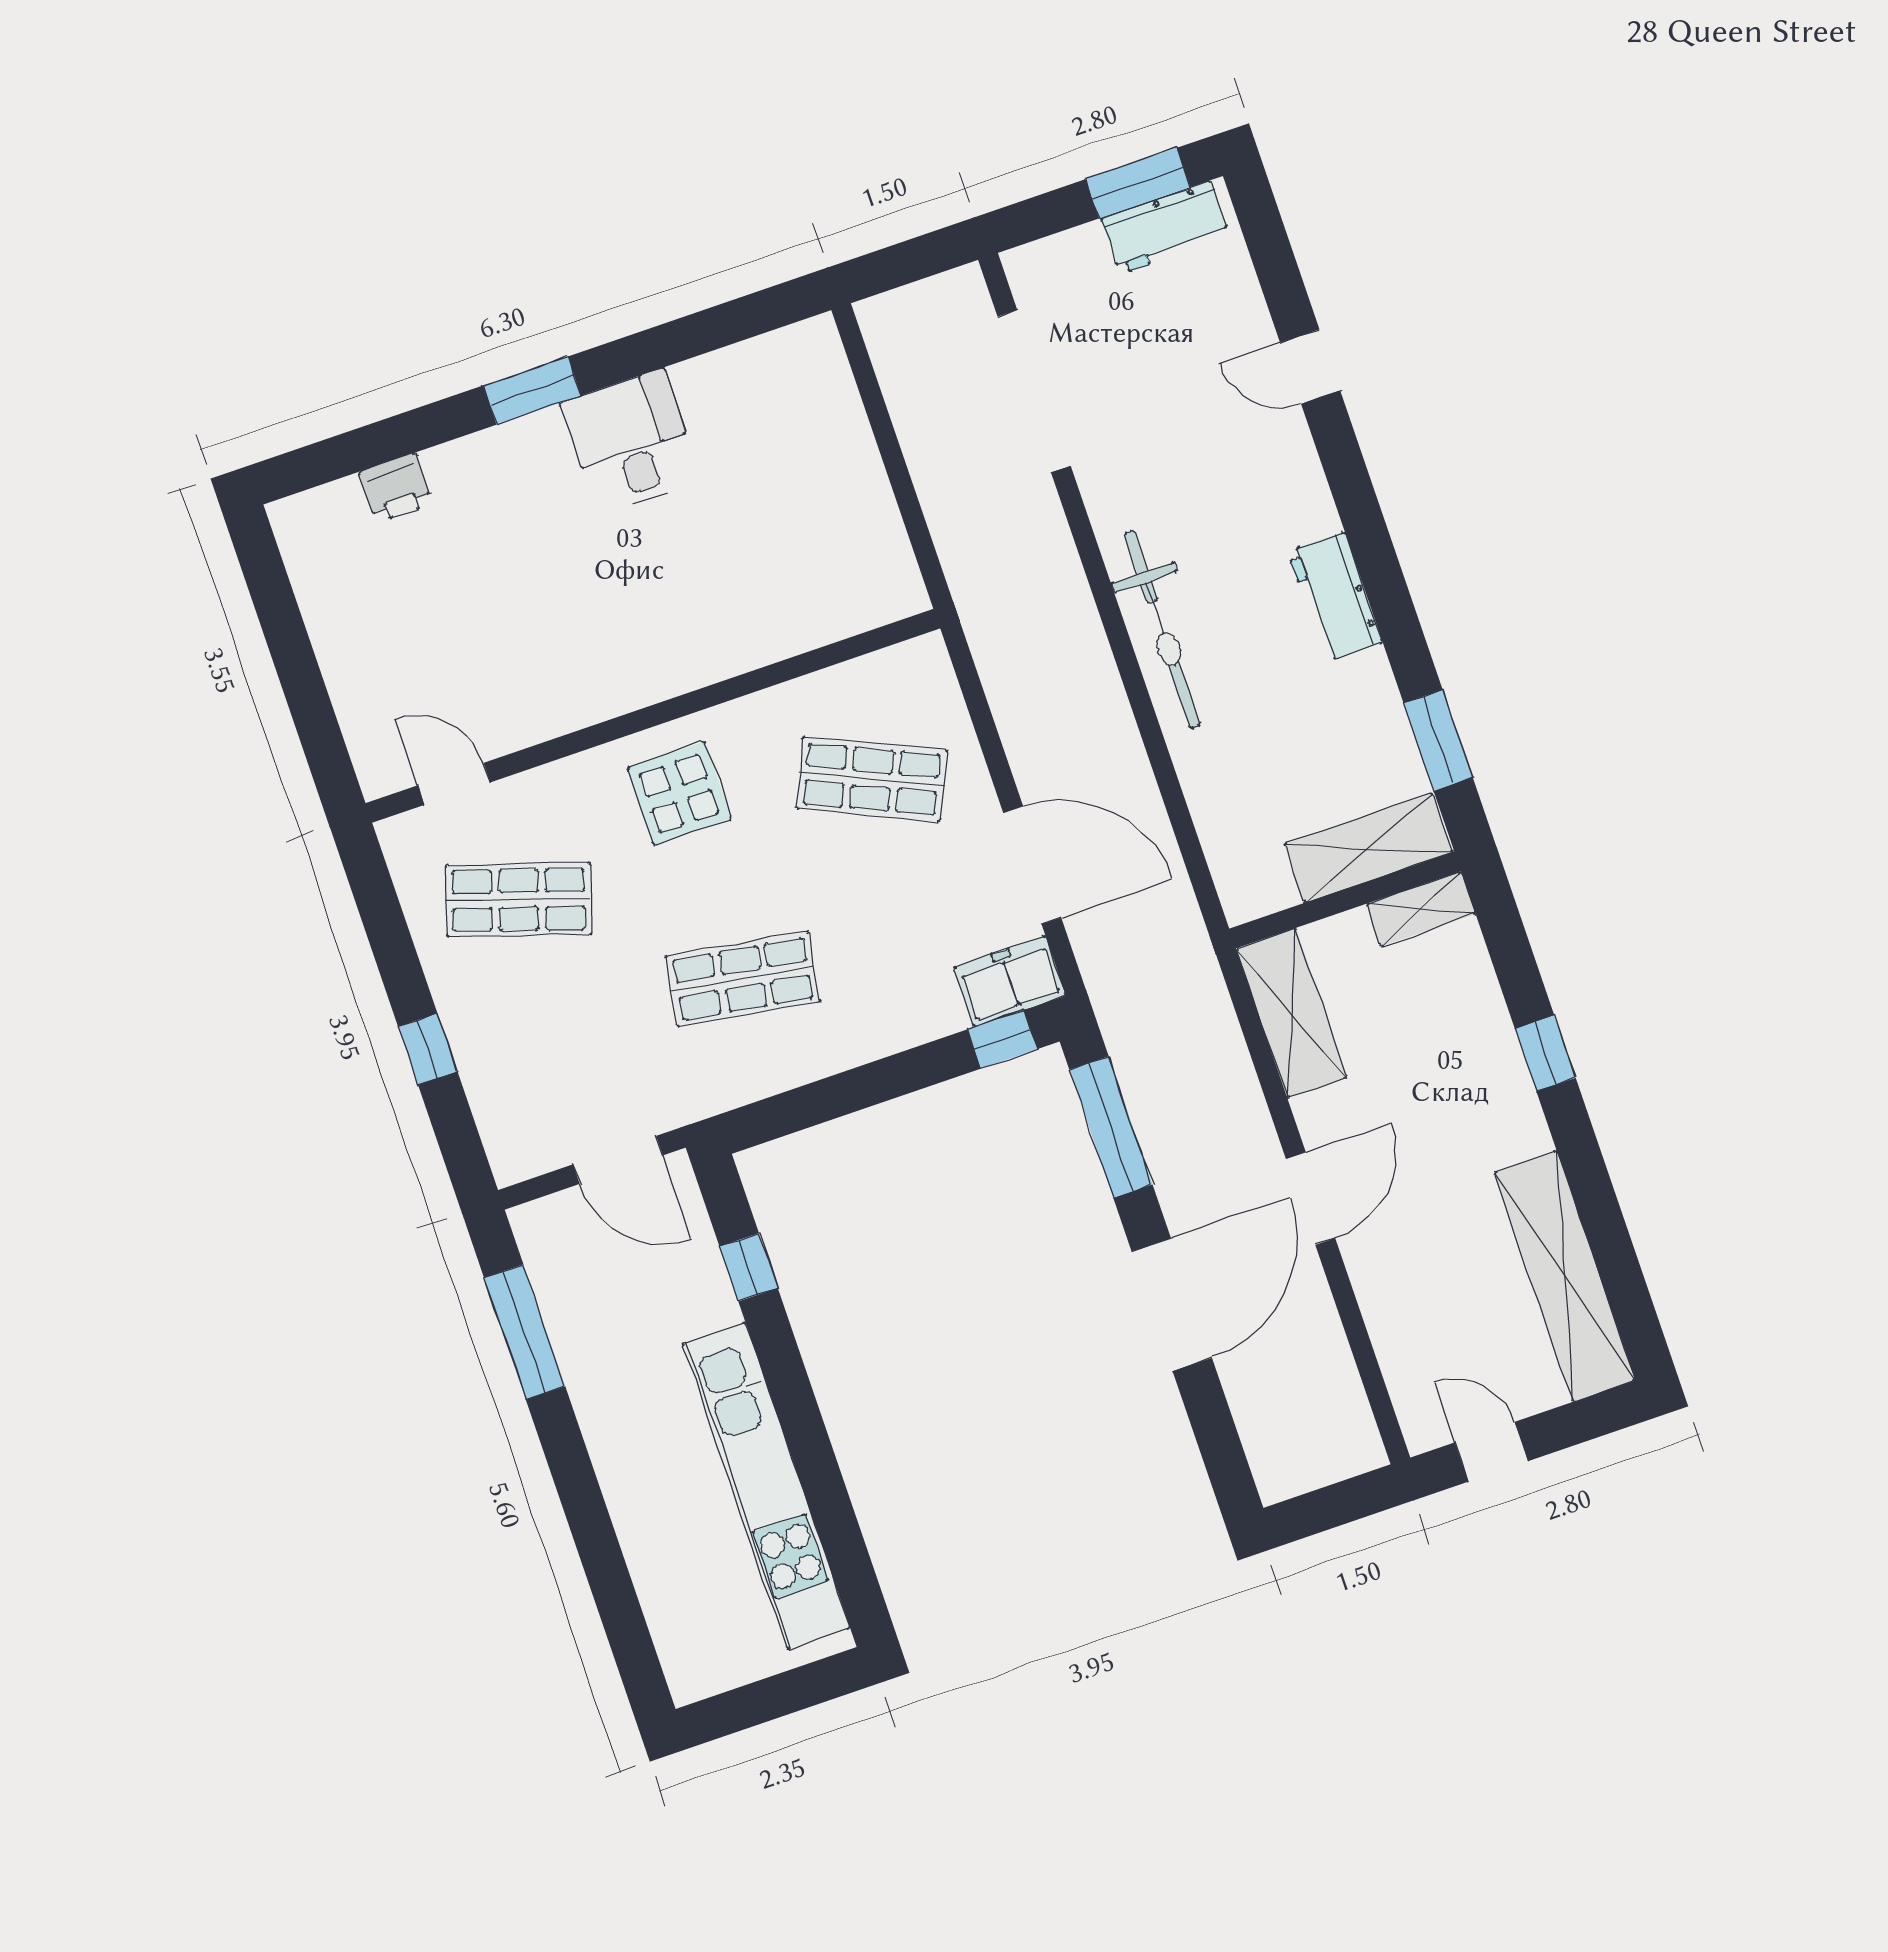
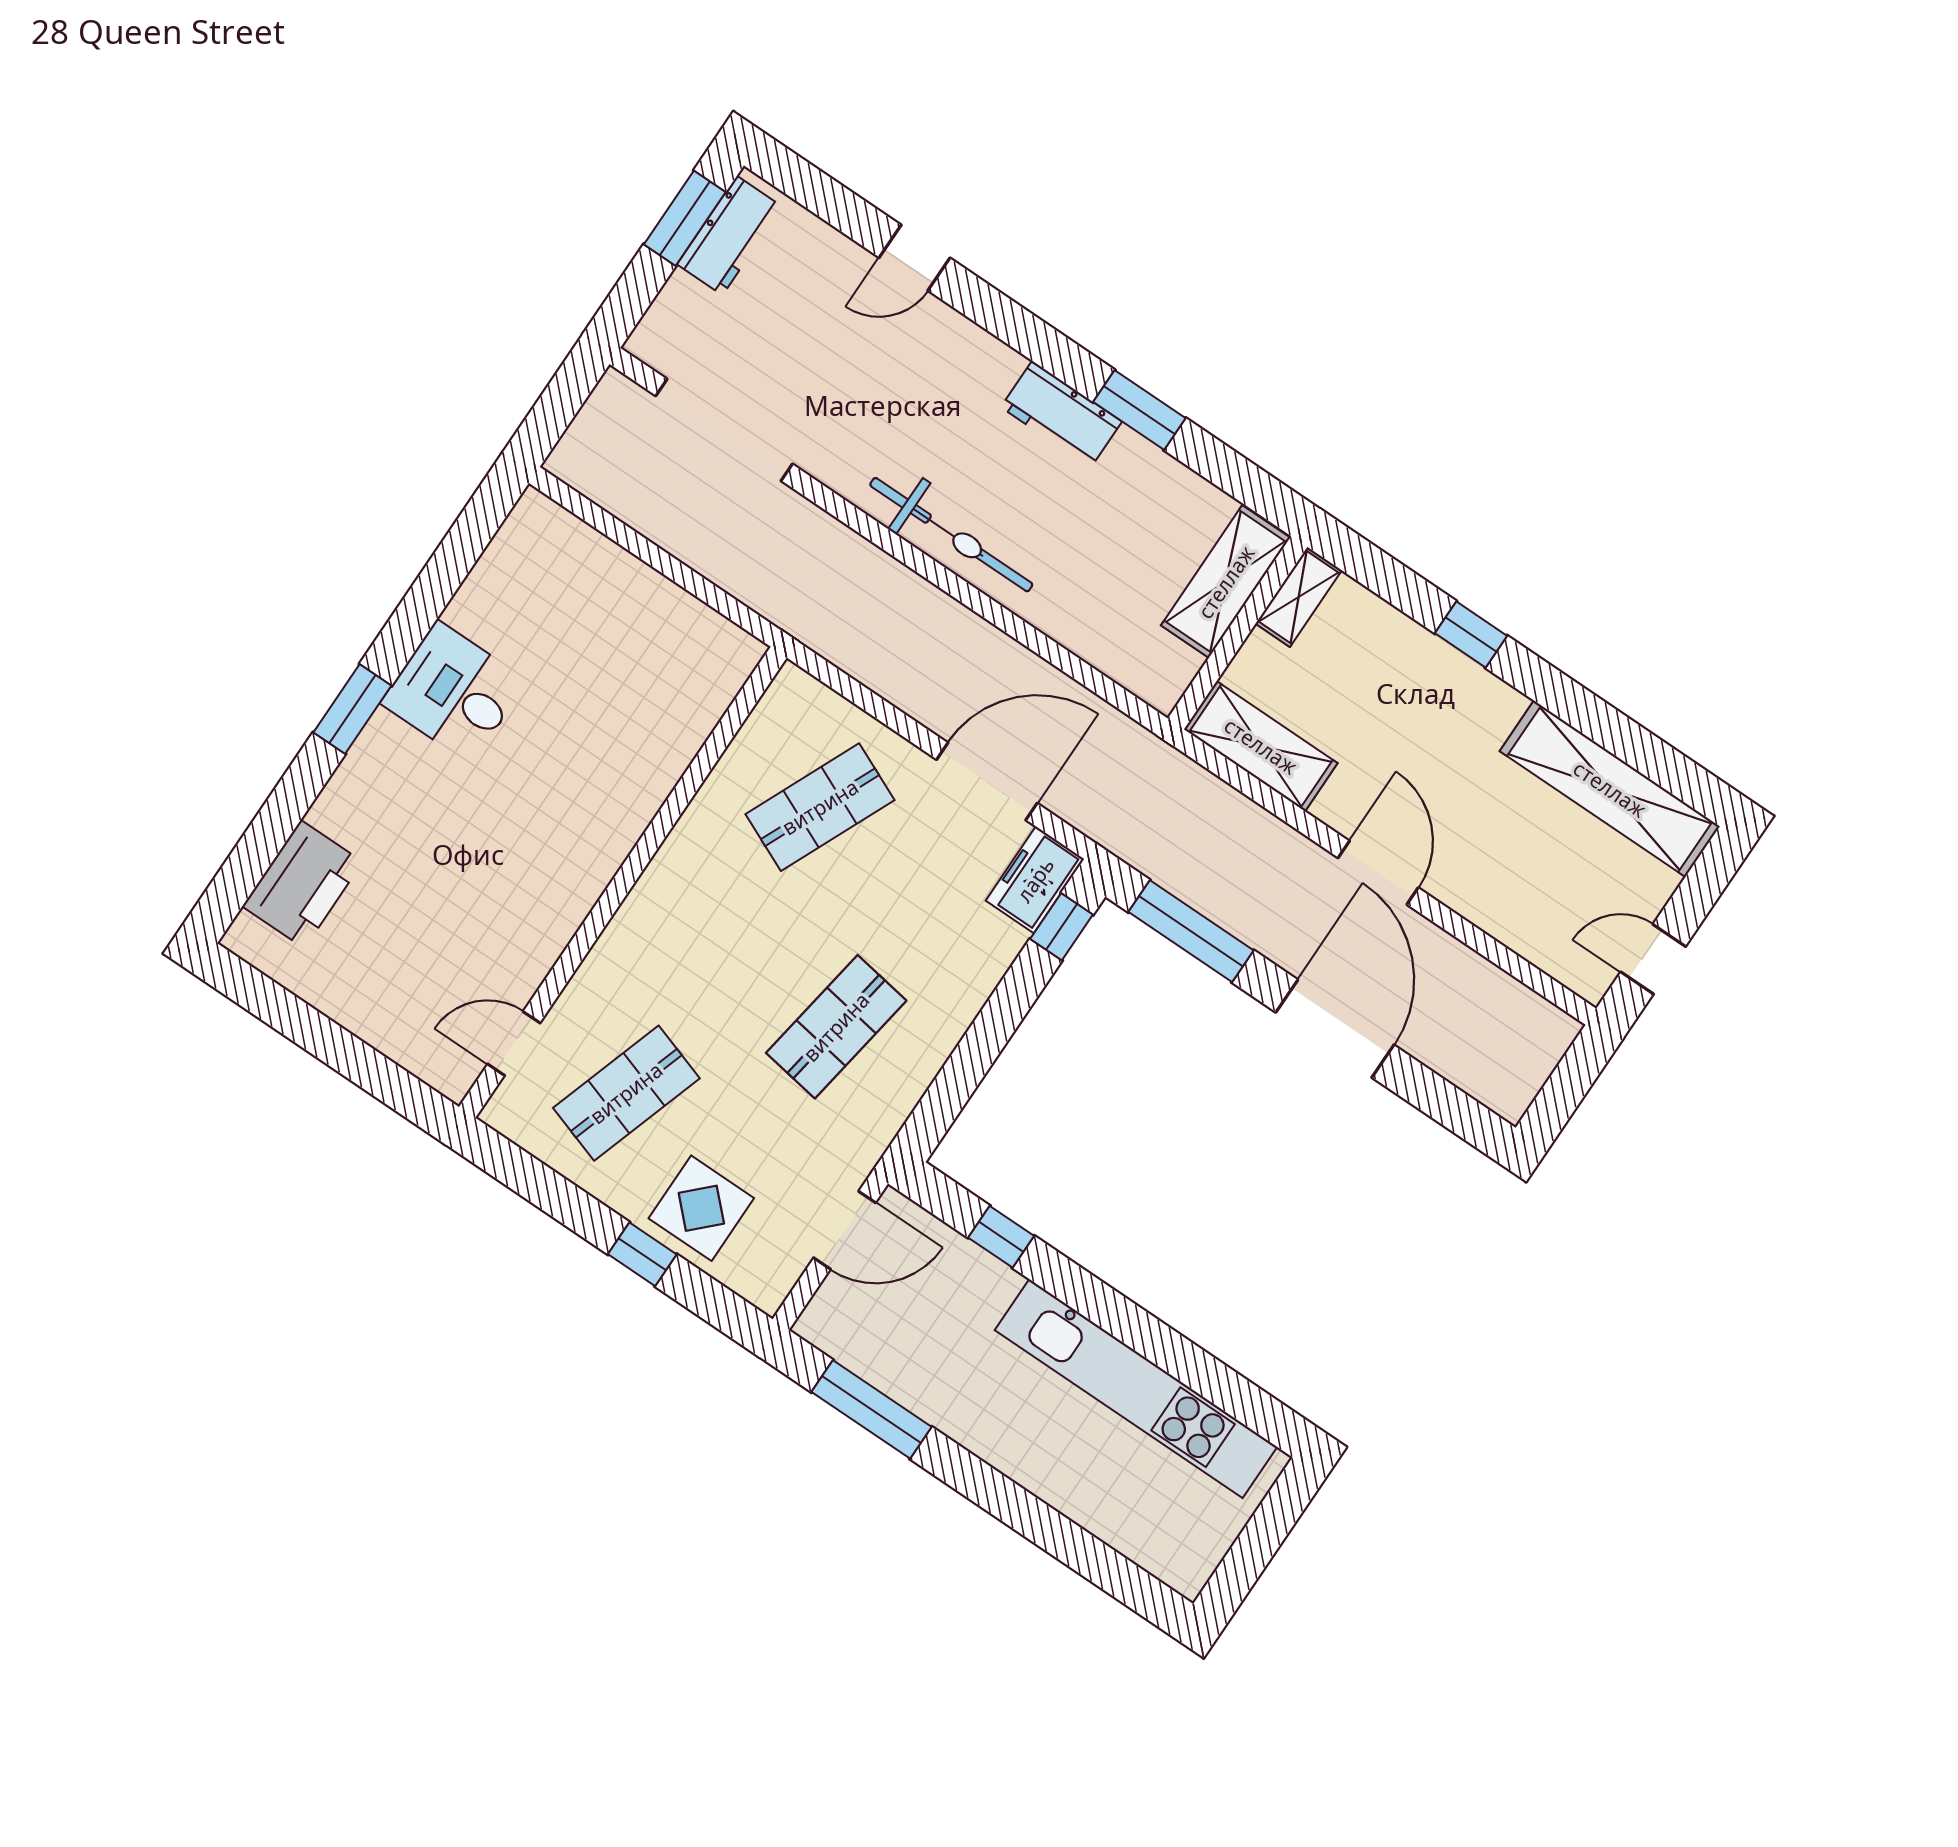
printer: (396, 488) -> (302, 884), width x1.87, depth x1.48
window: (1438, 740) -> (1139, 410), moved
display table: (679, 794) -> (701, 1208), moved

